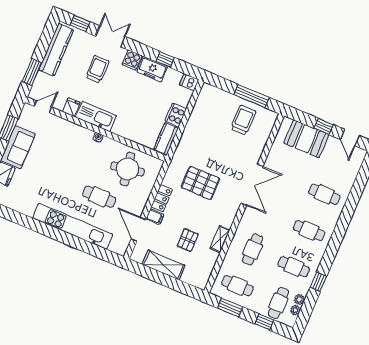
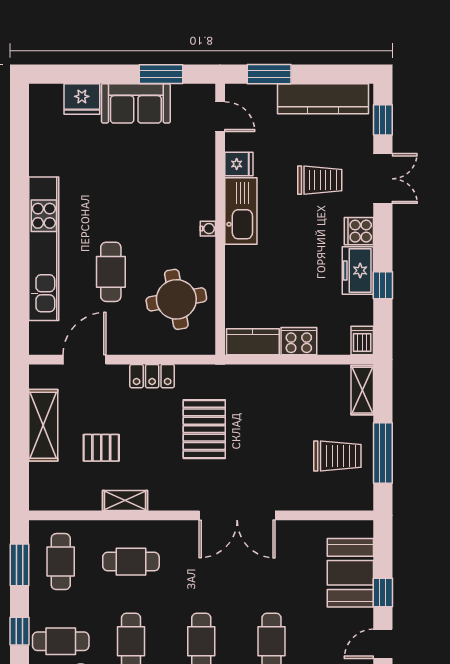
shelving: (215, 93) -> (362, 390), added
filing cabinet: (155, 217) -> (117, 378), removed

